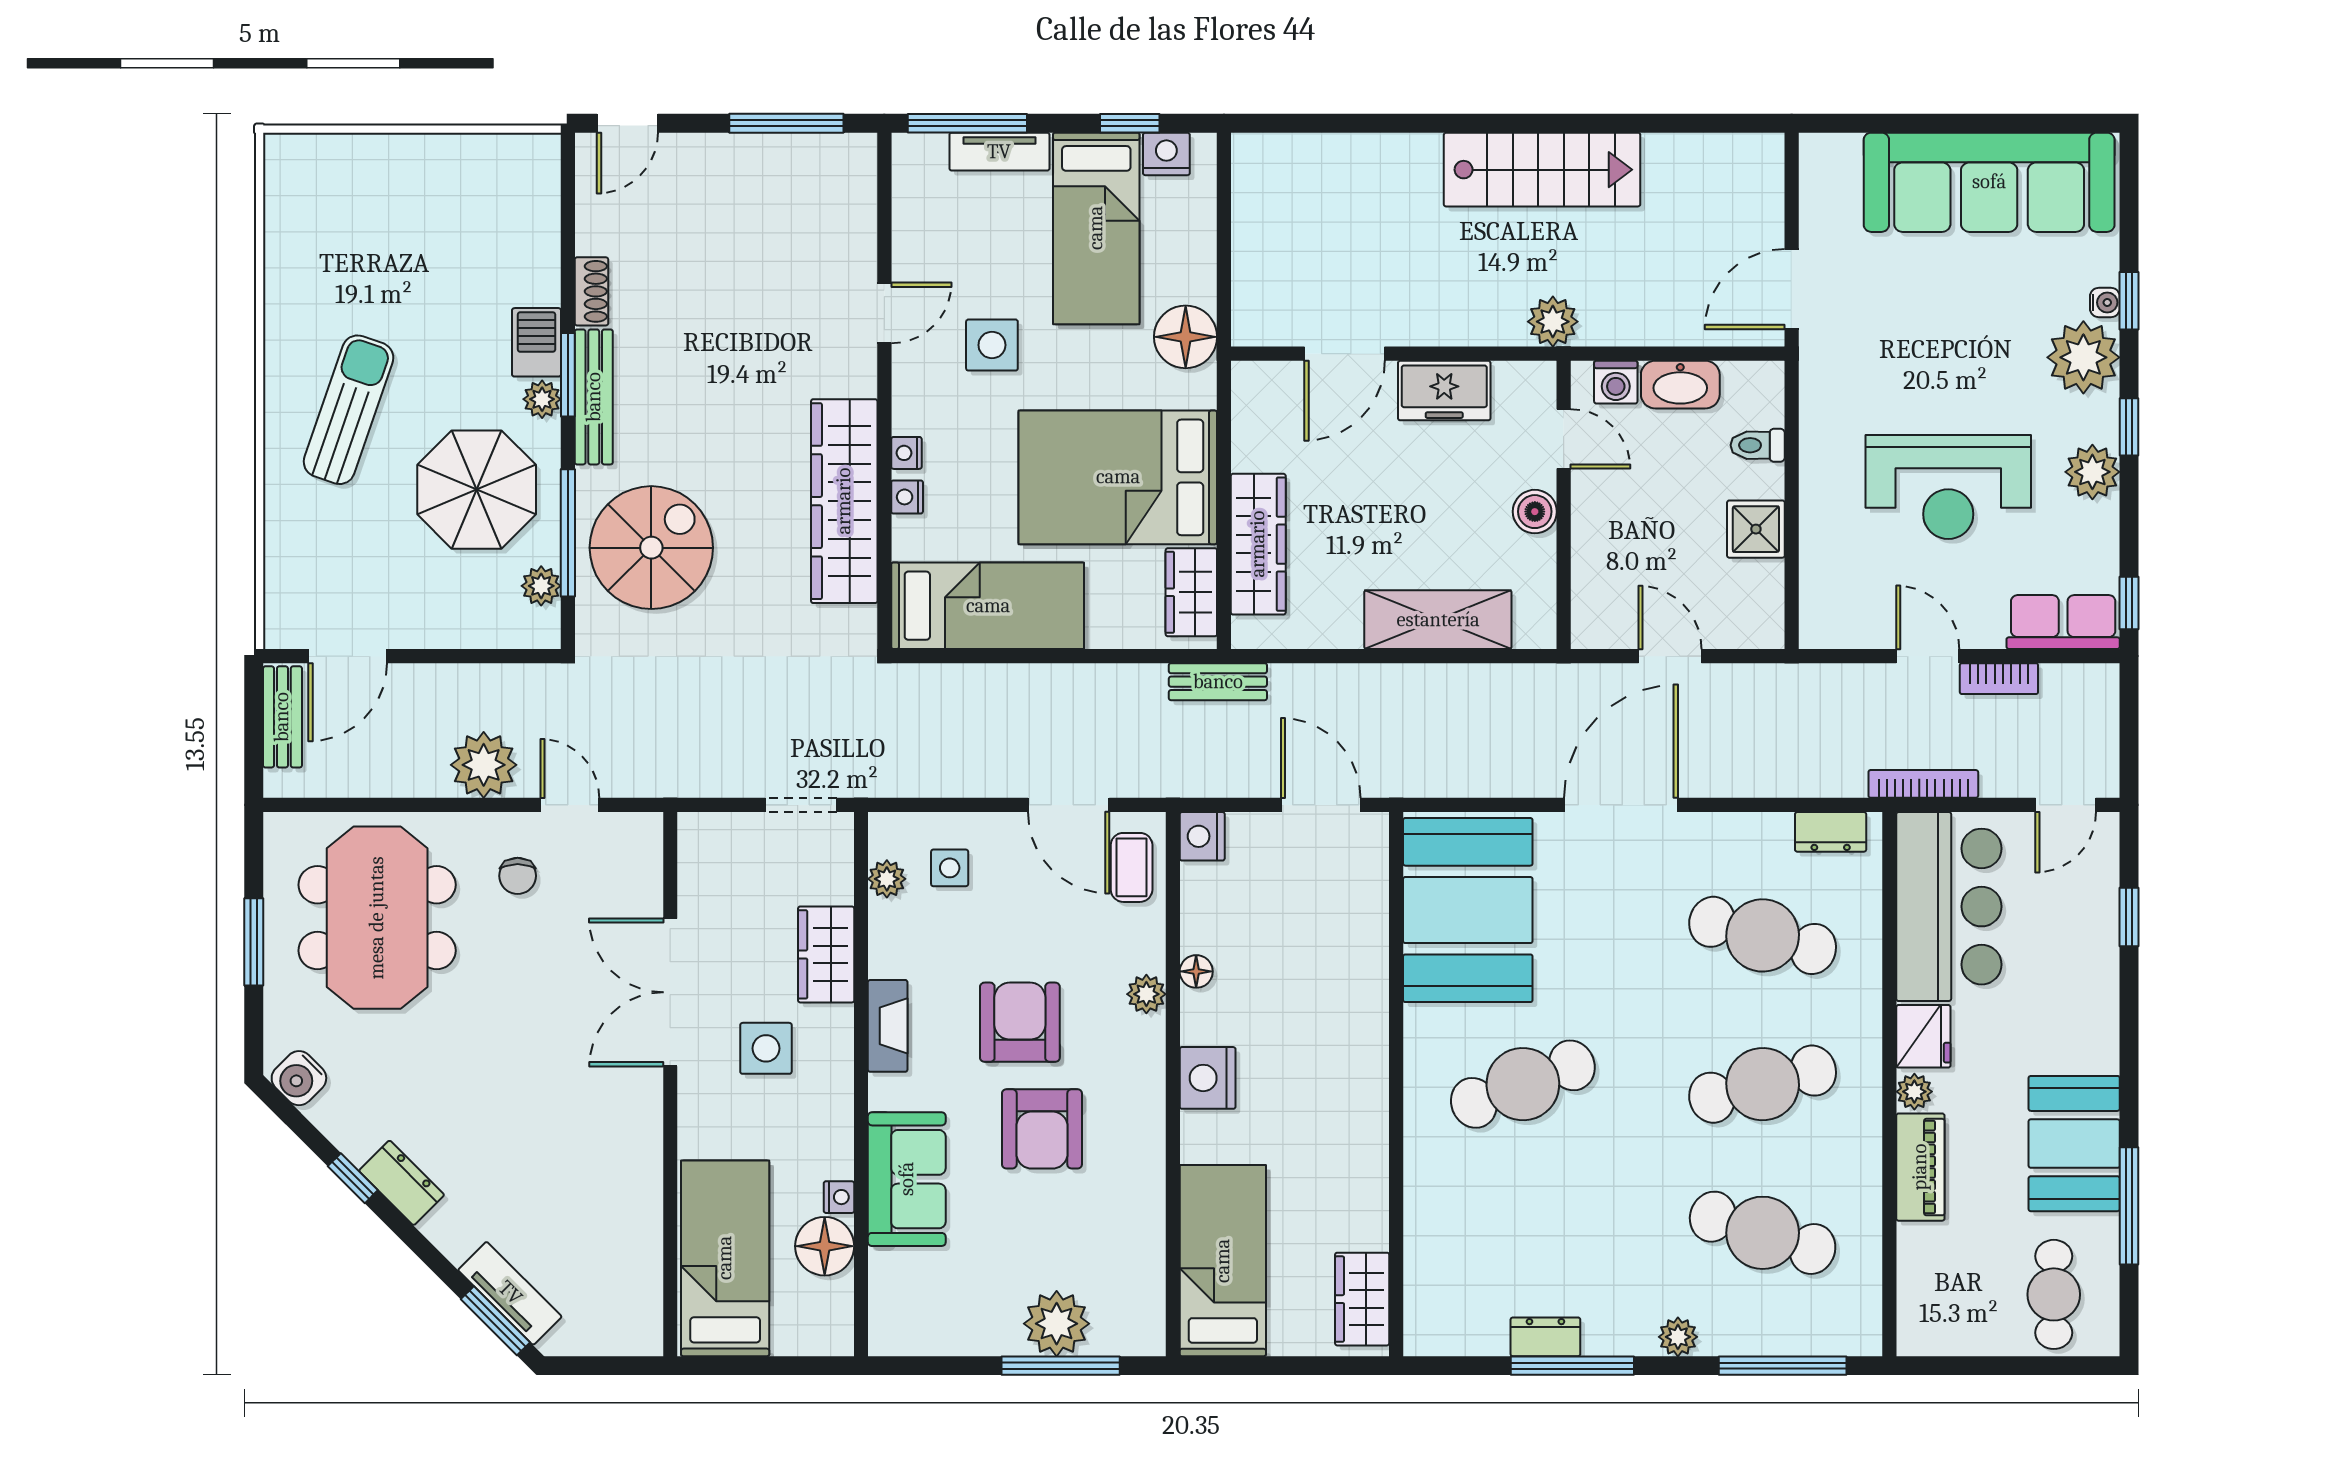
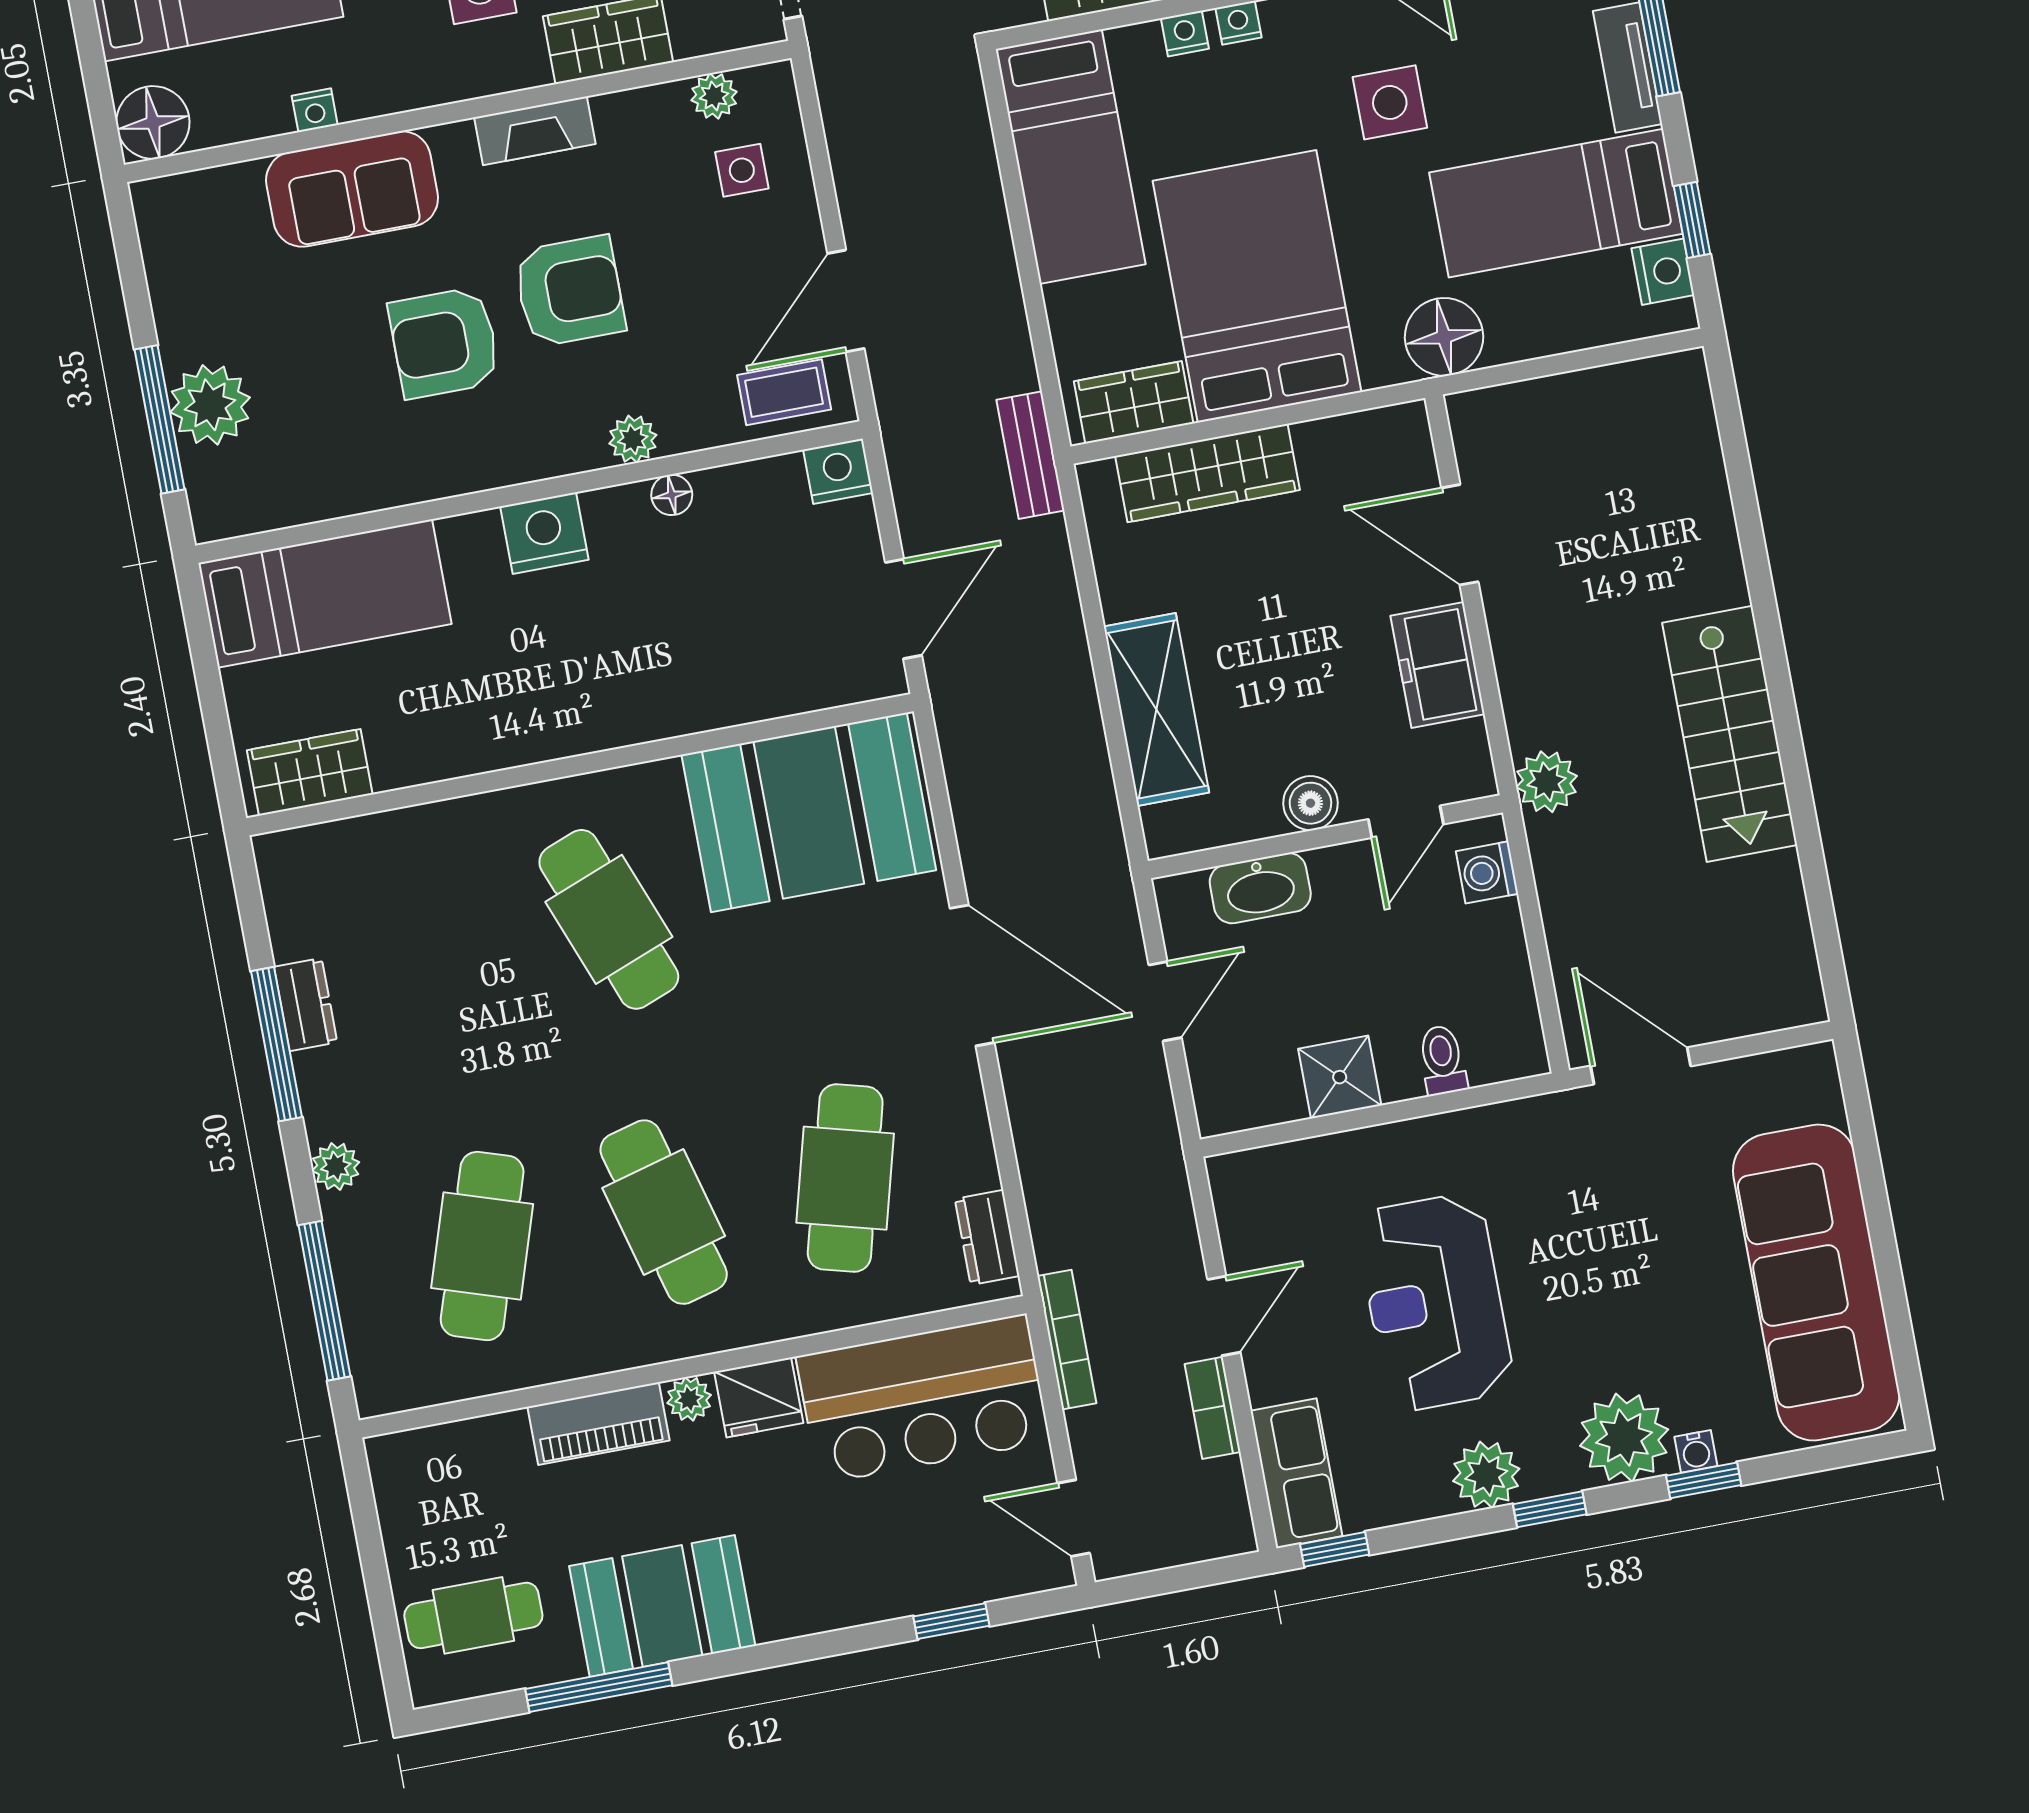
washbasin: (1680, 385) -> (1260, 888), moved, turned -90
floor lamp: (825, 1246) -> (153, 122), moved

